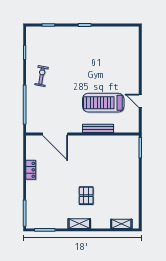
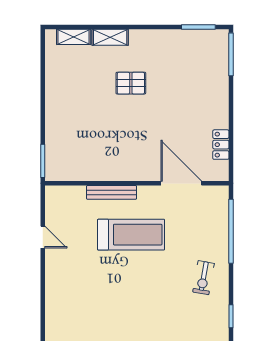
treadmill: (103, 103) -> (131, 235), moved
locker: (31, 170) -> (221, 145), moved
pallet: (86, 196) -> (131, 83), turned 90
shelving: (79, 224) -> (110, 37), moved

